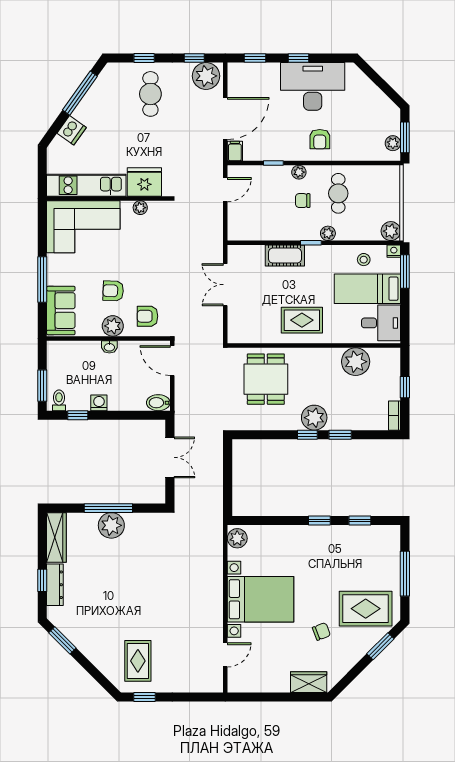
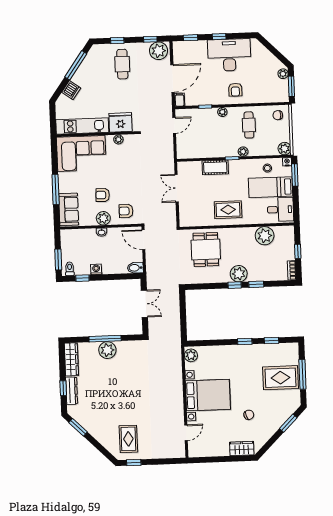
plant: (393, 143) -> (283, 74), moved
chair: (303, 201) -> (278, 115), moved
rug: (366, 609) -> (280, 378), moved

